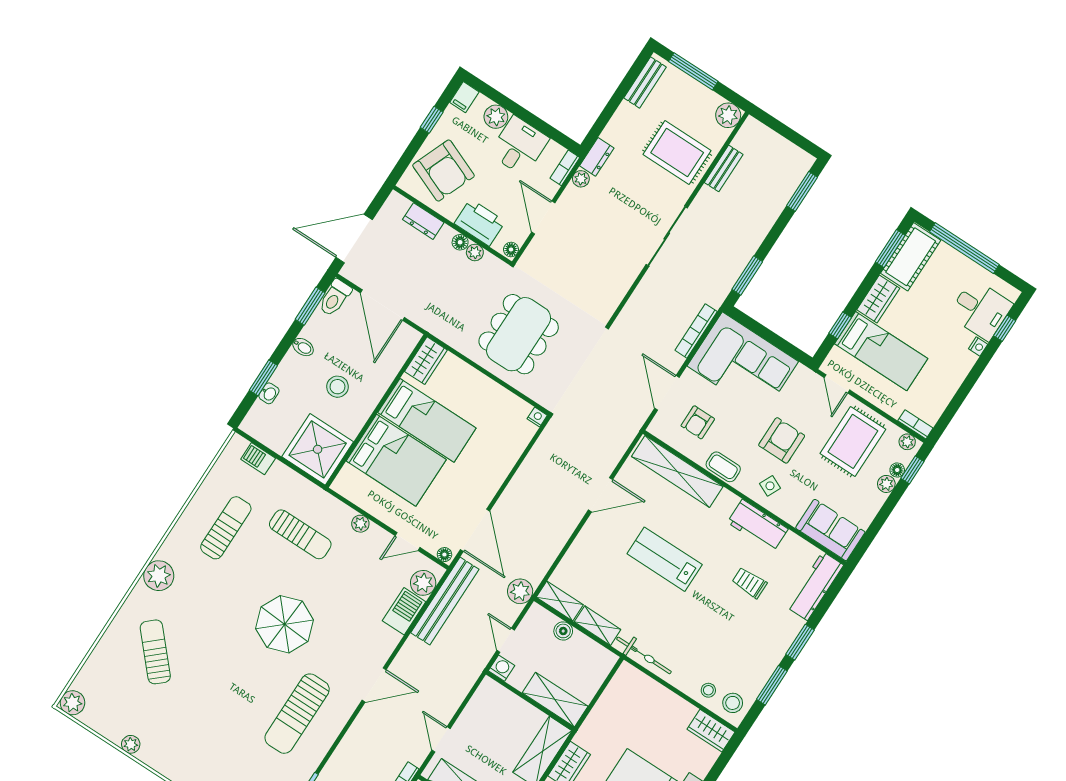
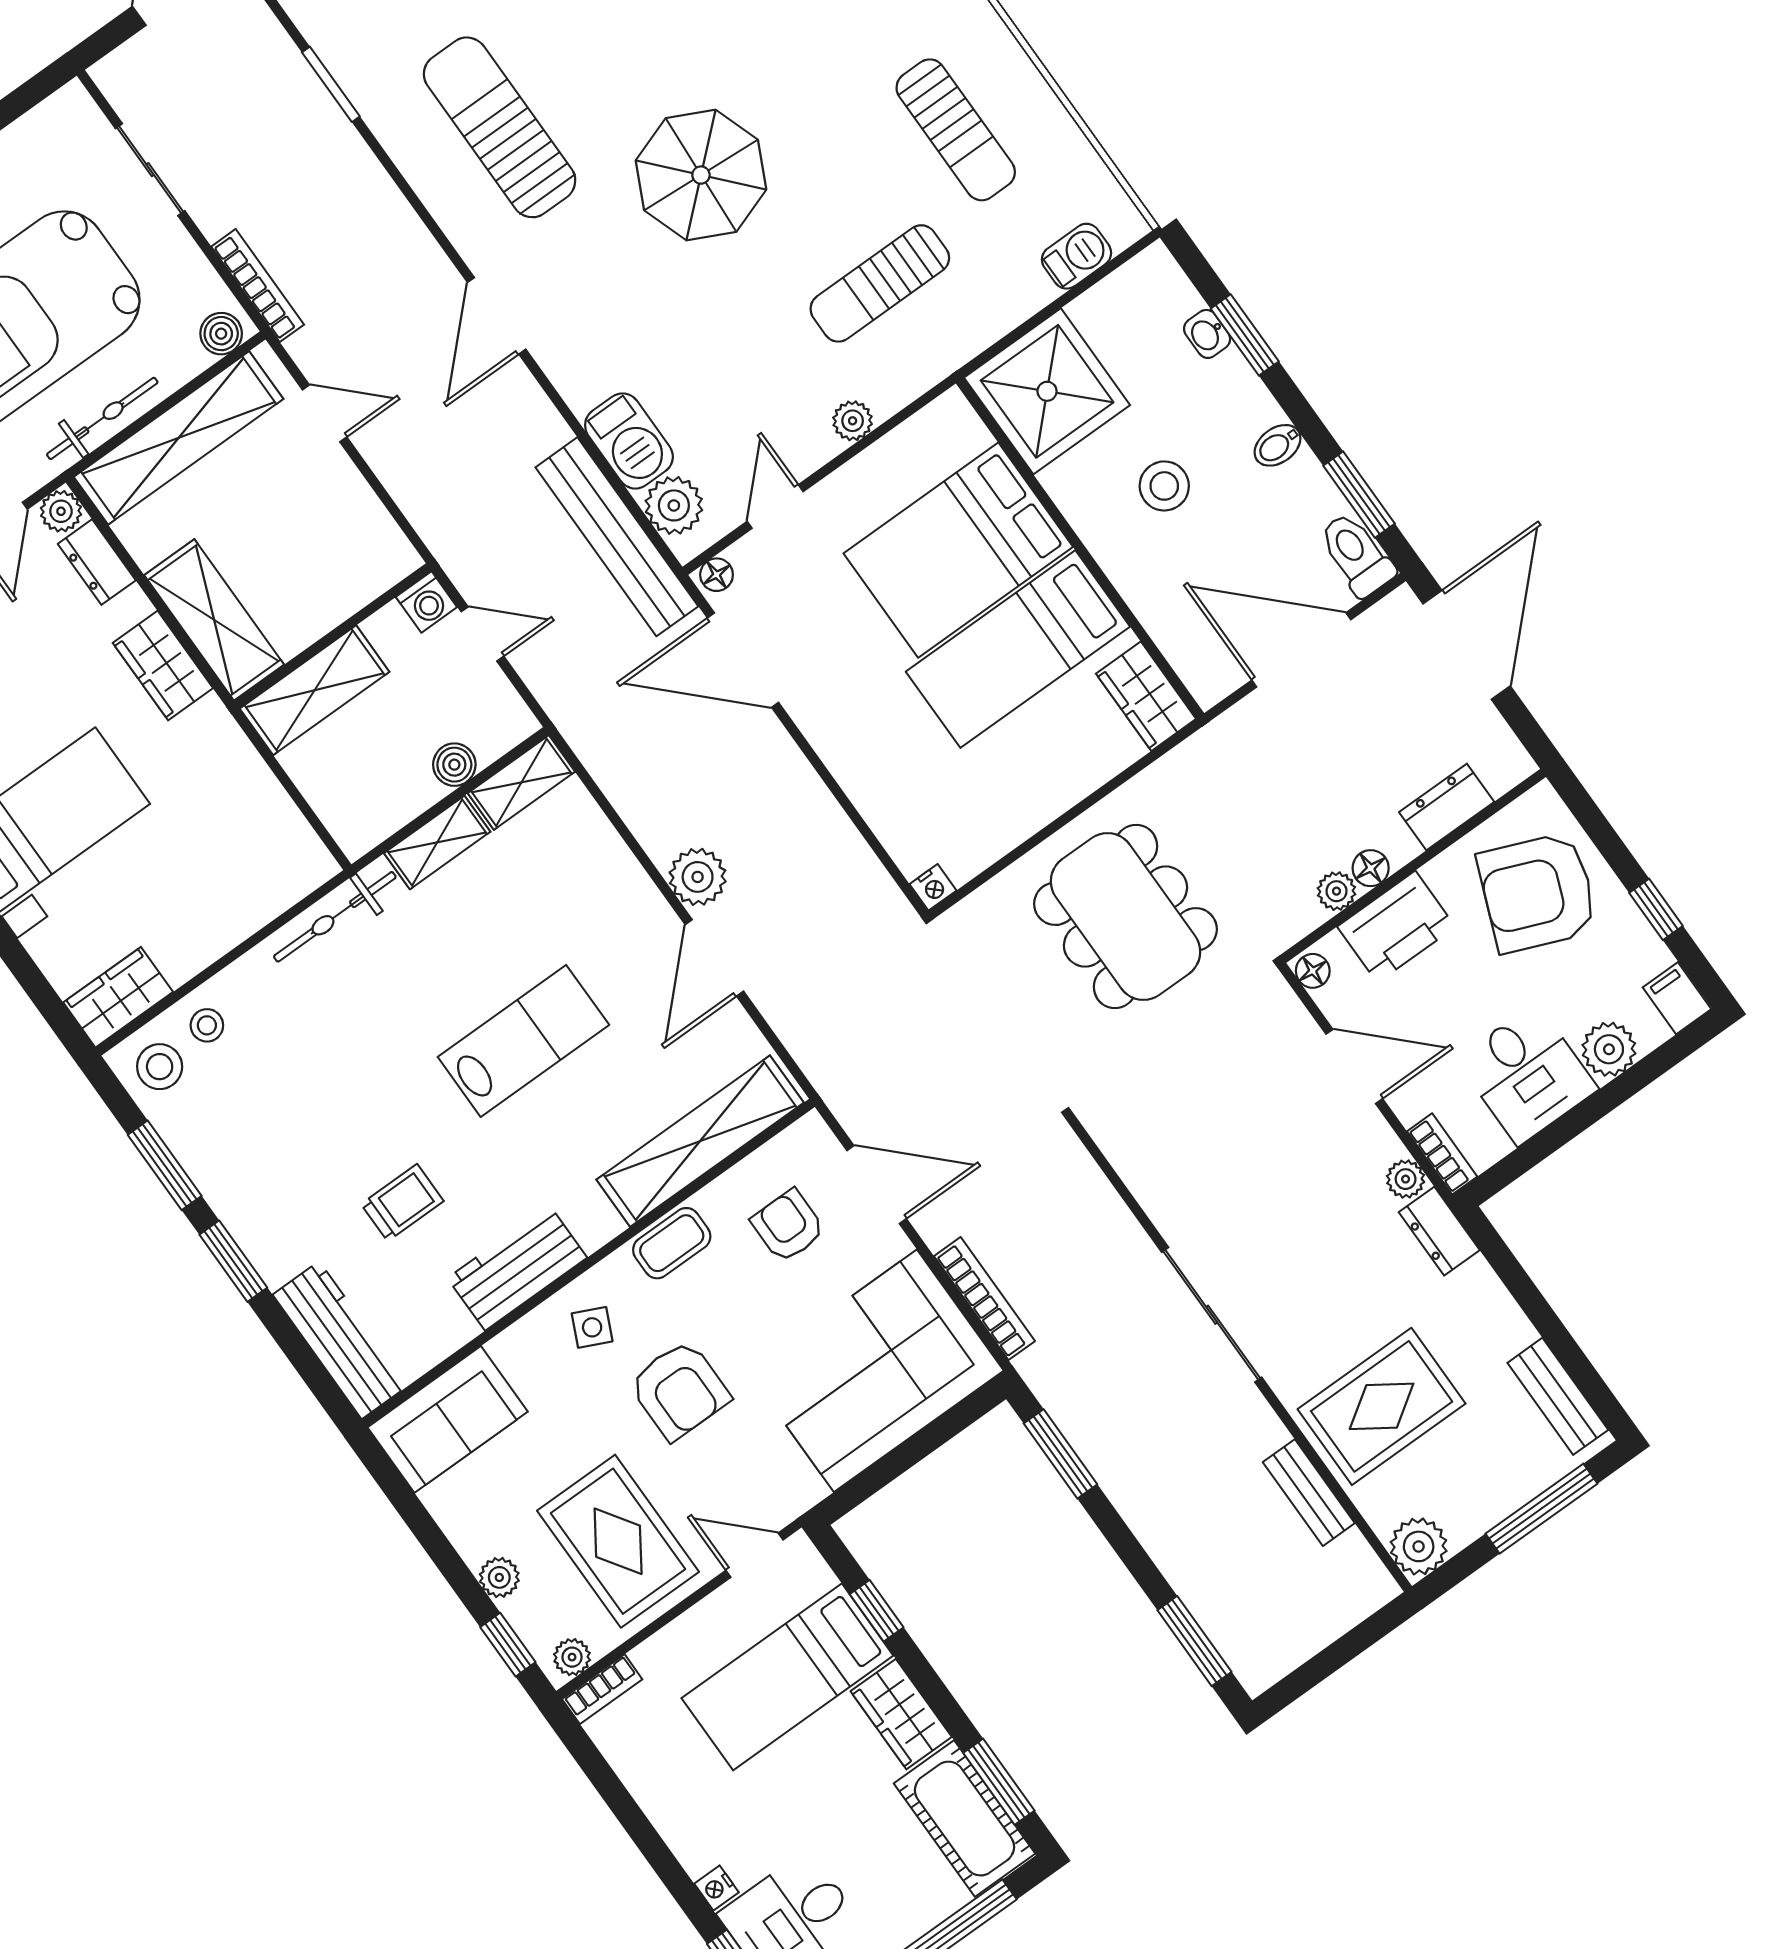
floor lamp: (897, 470) -> (520, 1612), removed
plant: (520, 591) -> (698, 877), moved

